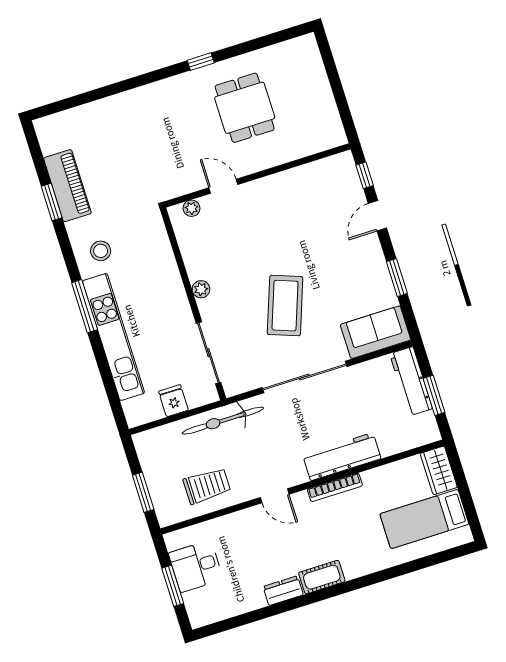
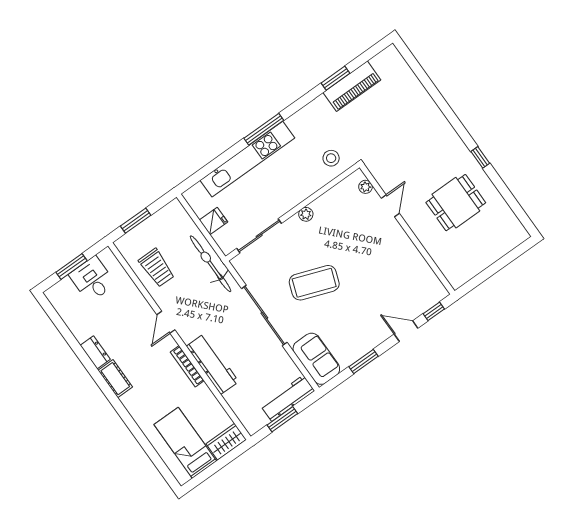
stool: (101, 251) -> (331, 158), moved

